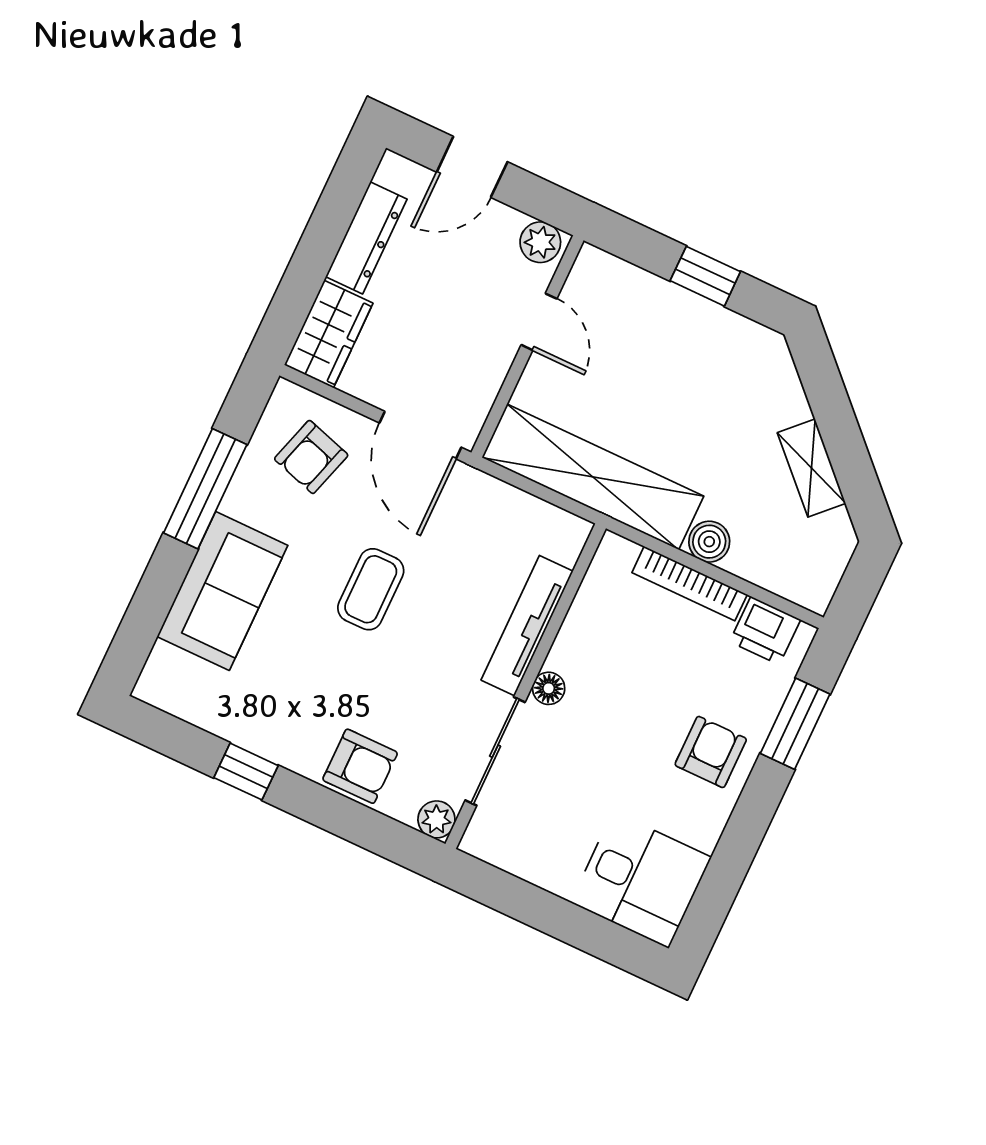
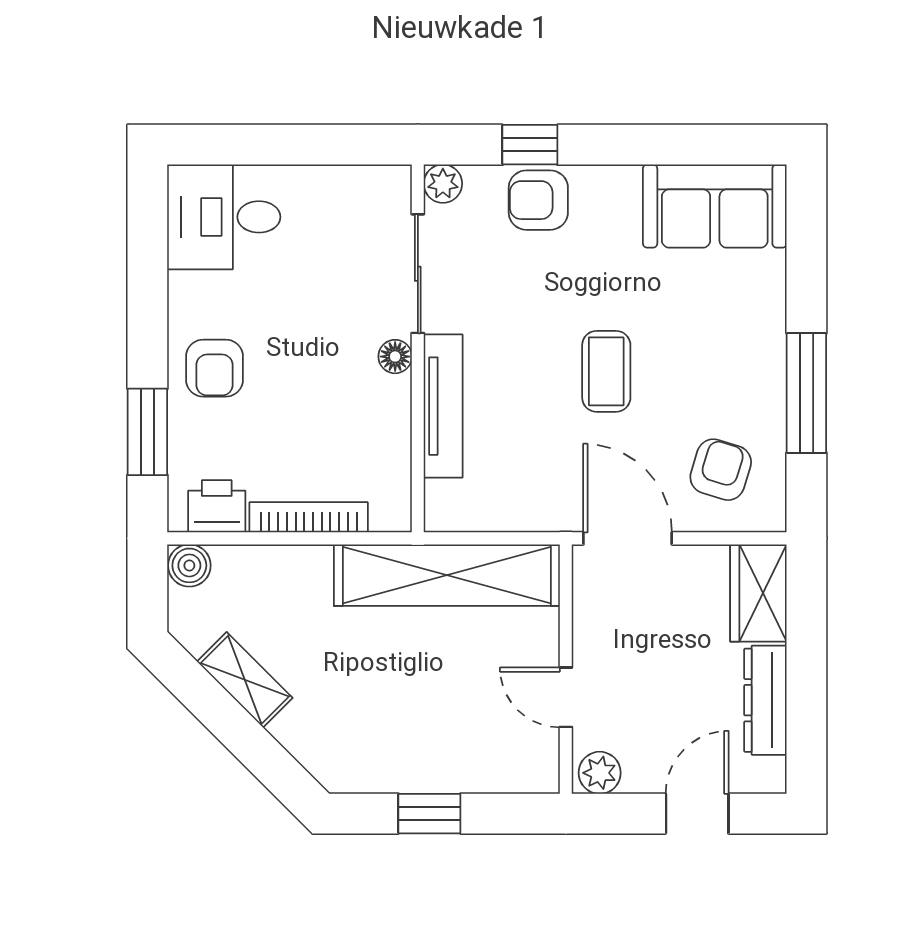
boiler: (709, 542) -> (189, 565), moved
sofa: (222, 591) -> (715, 206), moved, turned -90
window: (246, 772) -> (530, 145), moved

